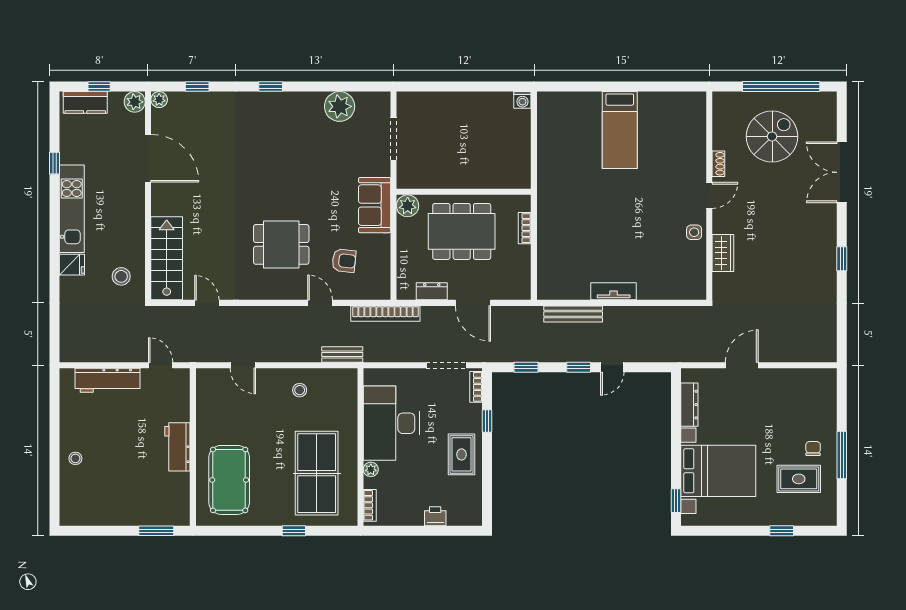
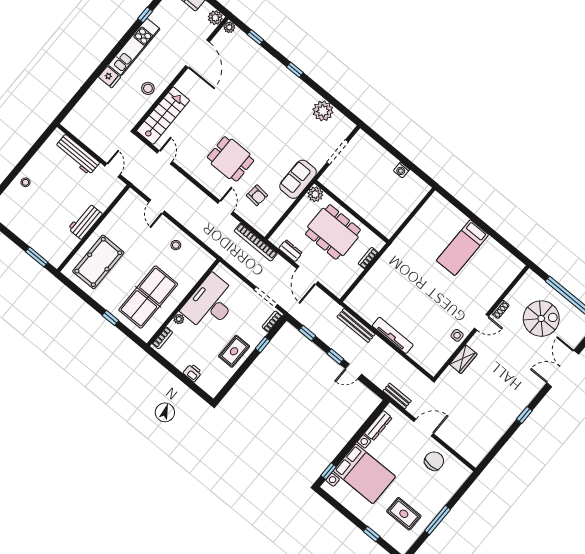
washing machine: (522, 100) -> (402, 170), moved
stool: (121, 276) -> (148, 88), moved
tv unit: (614, 291) -> (393, 335), width x1.41
bench: (342, 354) -> (397, 396), moved
chair: (813, 449) -> (434, 461), moved, width x1.87, depth x1.87

